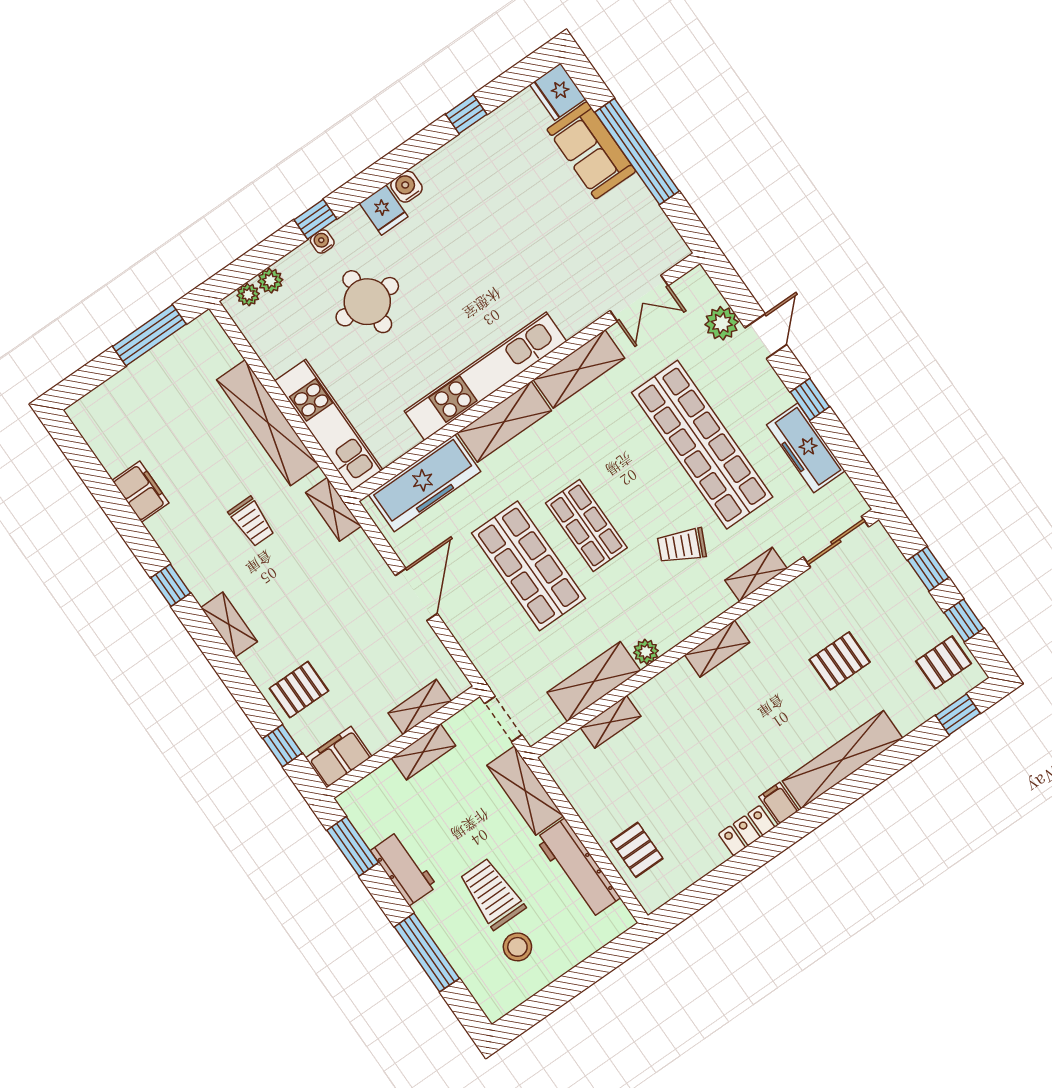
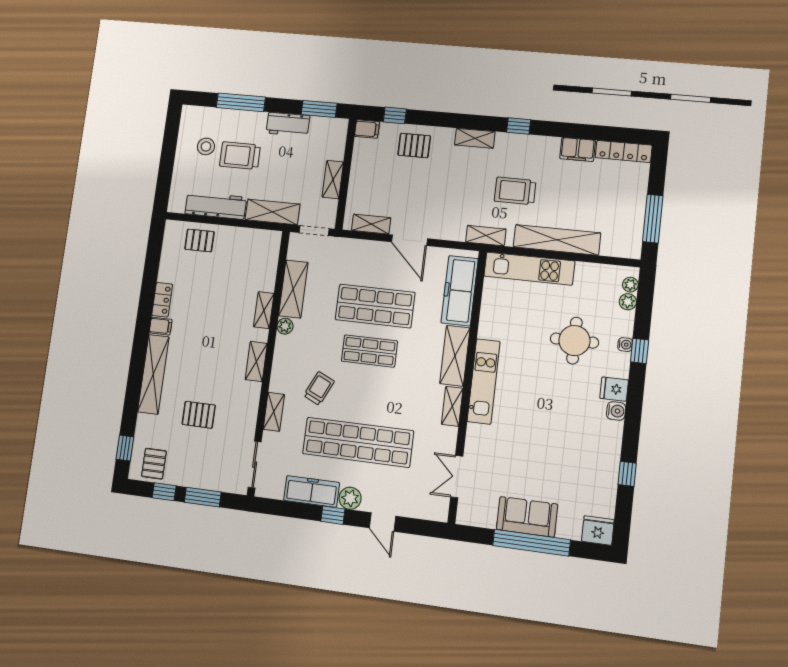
sofa: (591, 150) -> (527, 517), moved
plant: (722, 323) -> (350, 498), moved
shelving: (579, 369) -> (452, 406), width x0.67, depth x0.75
kitchen unit: (486, 376) -> (484, 381), width x0.73
locker: (98, 436) -> (624, 151), added
trolley: (252, 522) -> (515, 191), width x1.36, depth x1.39
window: (928, 569) -> (203, 497), width x1.50
pallet: (840, 661) -> (199, 415), turned 90
pallet: (299, 690) -> (414, 145), turned 90
shelving: (420, 707) -> (371, 224), moved, turned 90
shelving: (611, 722) -> (264, 310), moved
filing cabinet: (339, 757) -> (367, 129), width x0.50
trolley: (492, 894) -> (240, 156), turned 180

